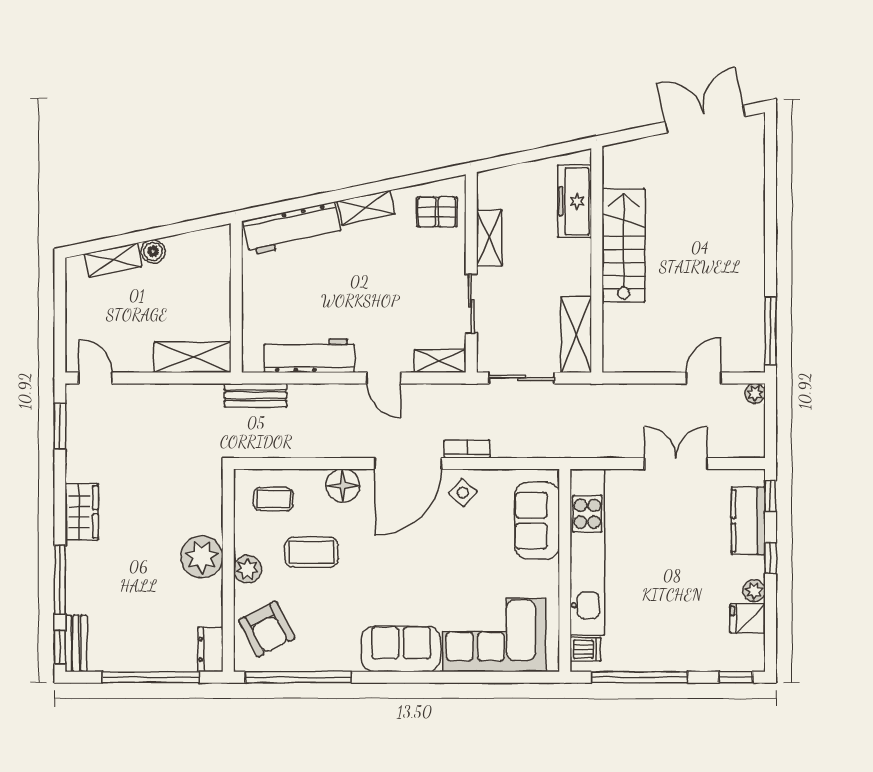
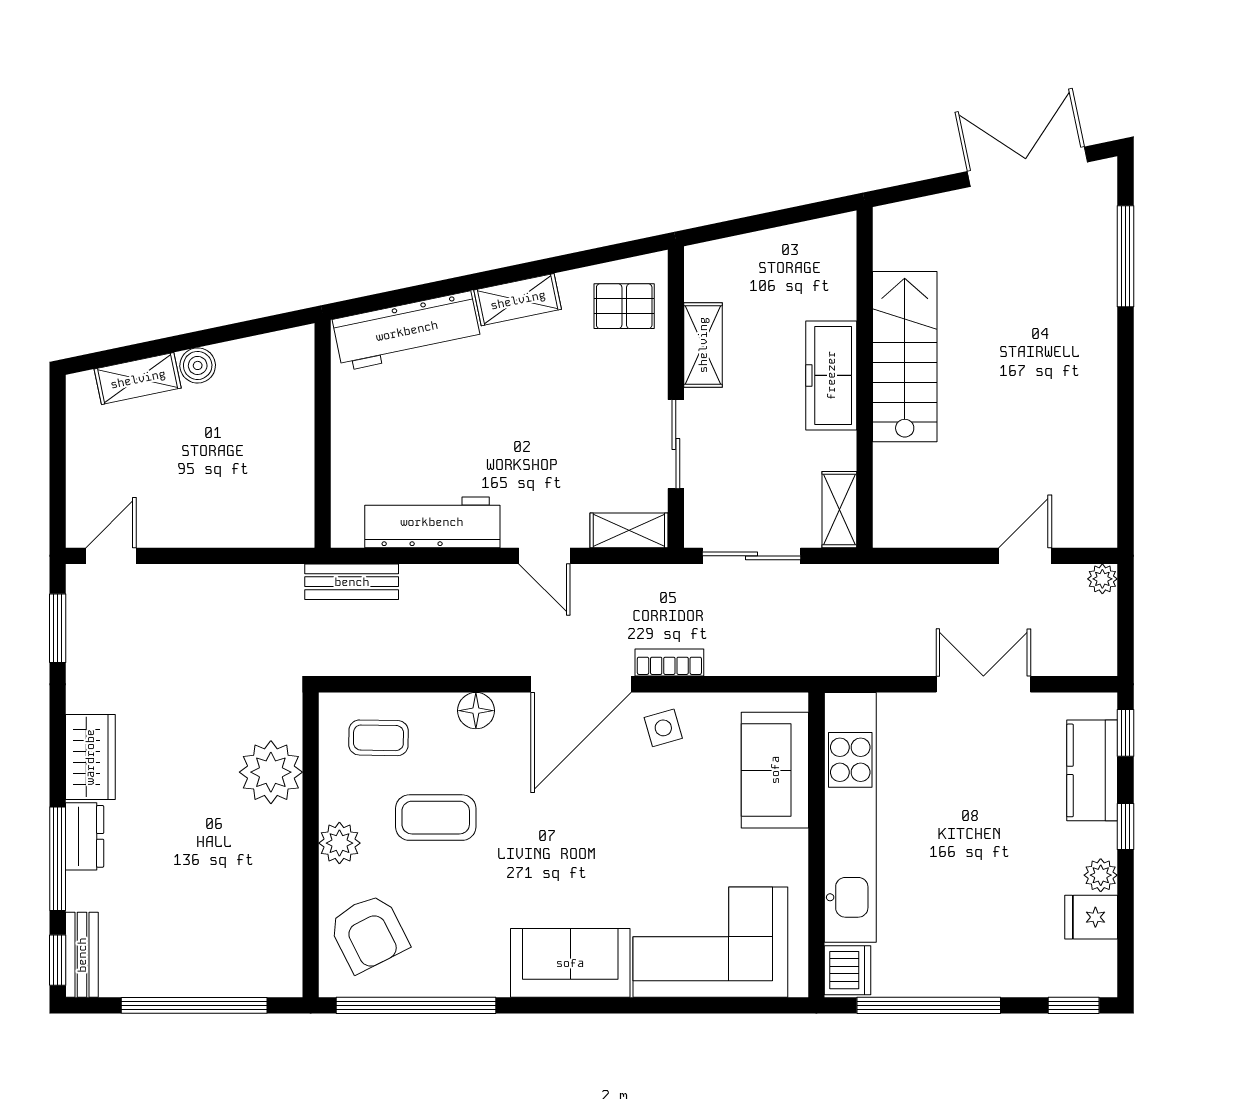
freezer: (575, 201) -> (831, 375), moved
window: (770, 331) -> (1125, 256), moved
shelving: (576, 335) -> (839, 510), width x0.67, depth x0.75
shelving: (192, 357) -> (257, 525), removed
door: (95, 378) -> (111, 556), hinge flipped
floor lamp: (343, 486) -> (476, 711), width x0.73, depth x0.73
side table: (463, 493) -> (663, 728), turned 33
plant: (202, 557) -> (271, 772), moved
dresser: (210, 649) -> (85, 836), moved, turned 180
dishwasher: (585, 649) -> (847, 970), width x1.38

